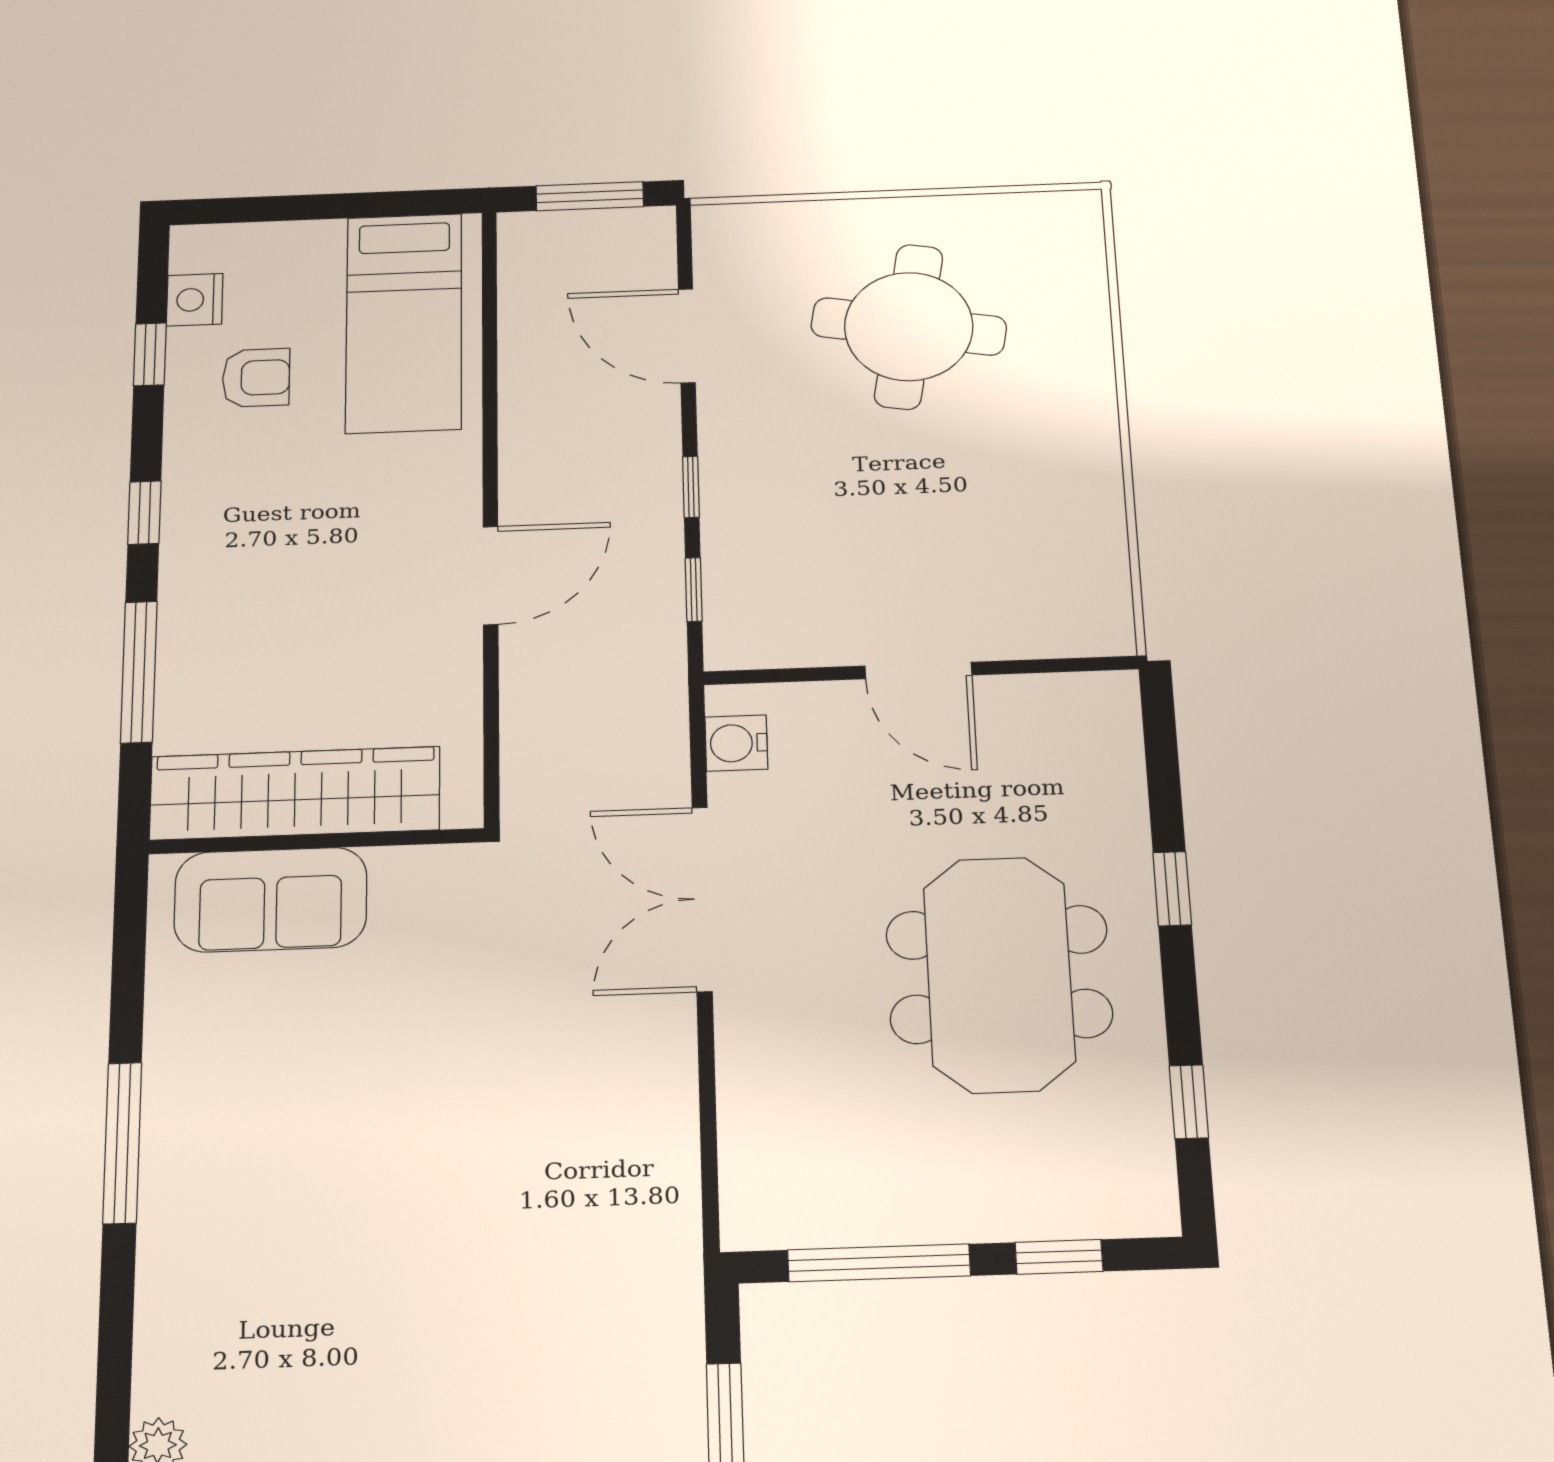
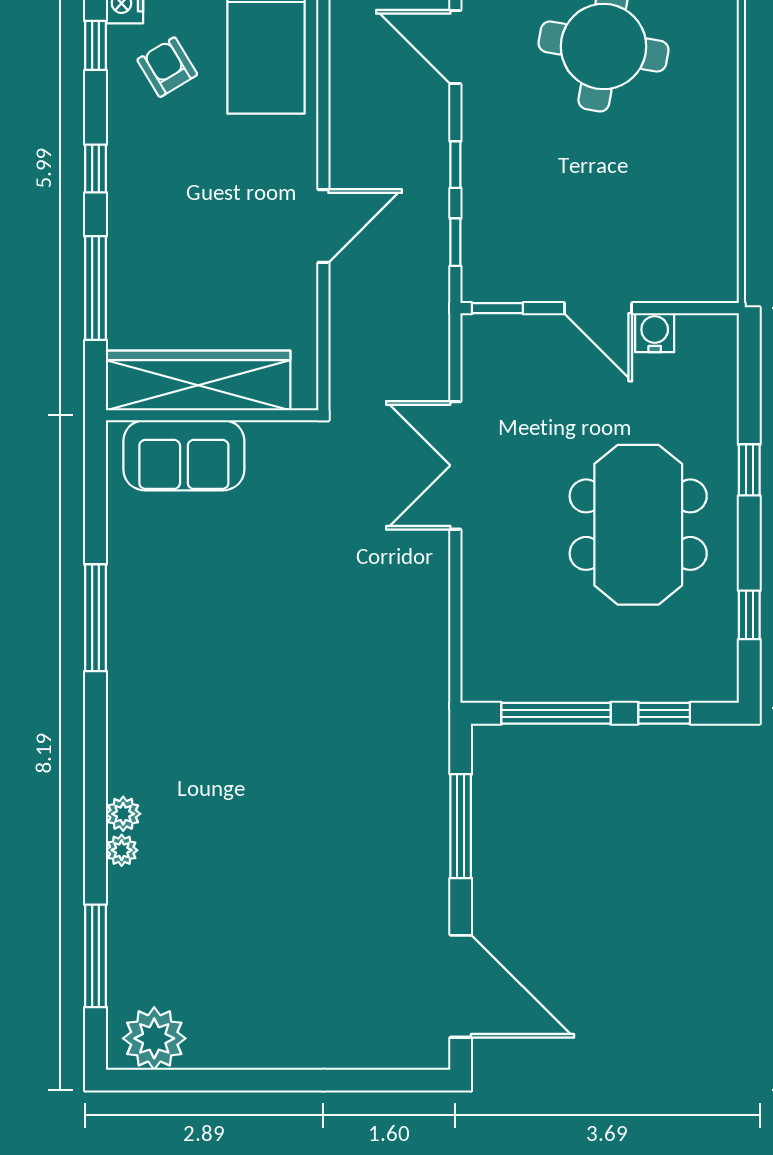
armchair: (256, 378) -> (167, 67), turned -121
window: (762, 676) -> (497, 308), added
water cooler: (736, 743) -> (655, 333), moved, turned 90

